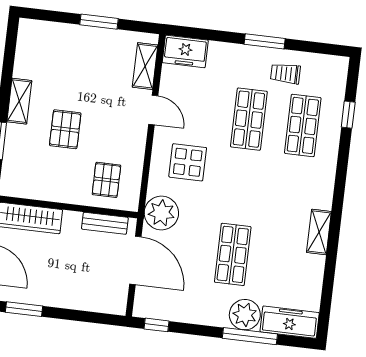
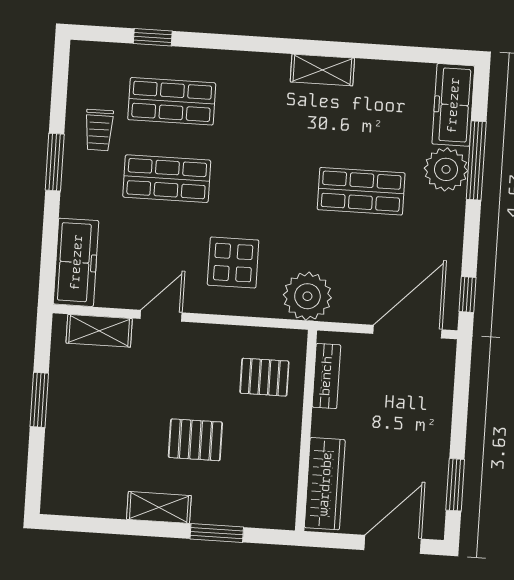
freezer: (185, 51) -> (76, 262), width x1.40
door: (135, 260) -> (407, 332), moved

